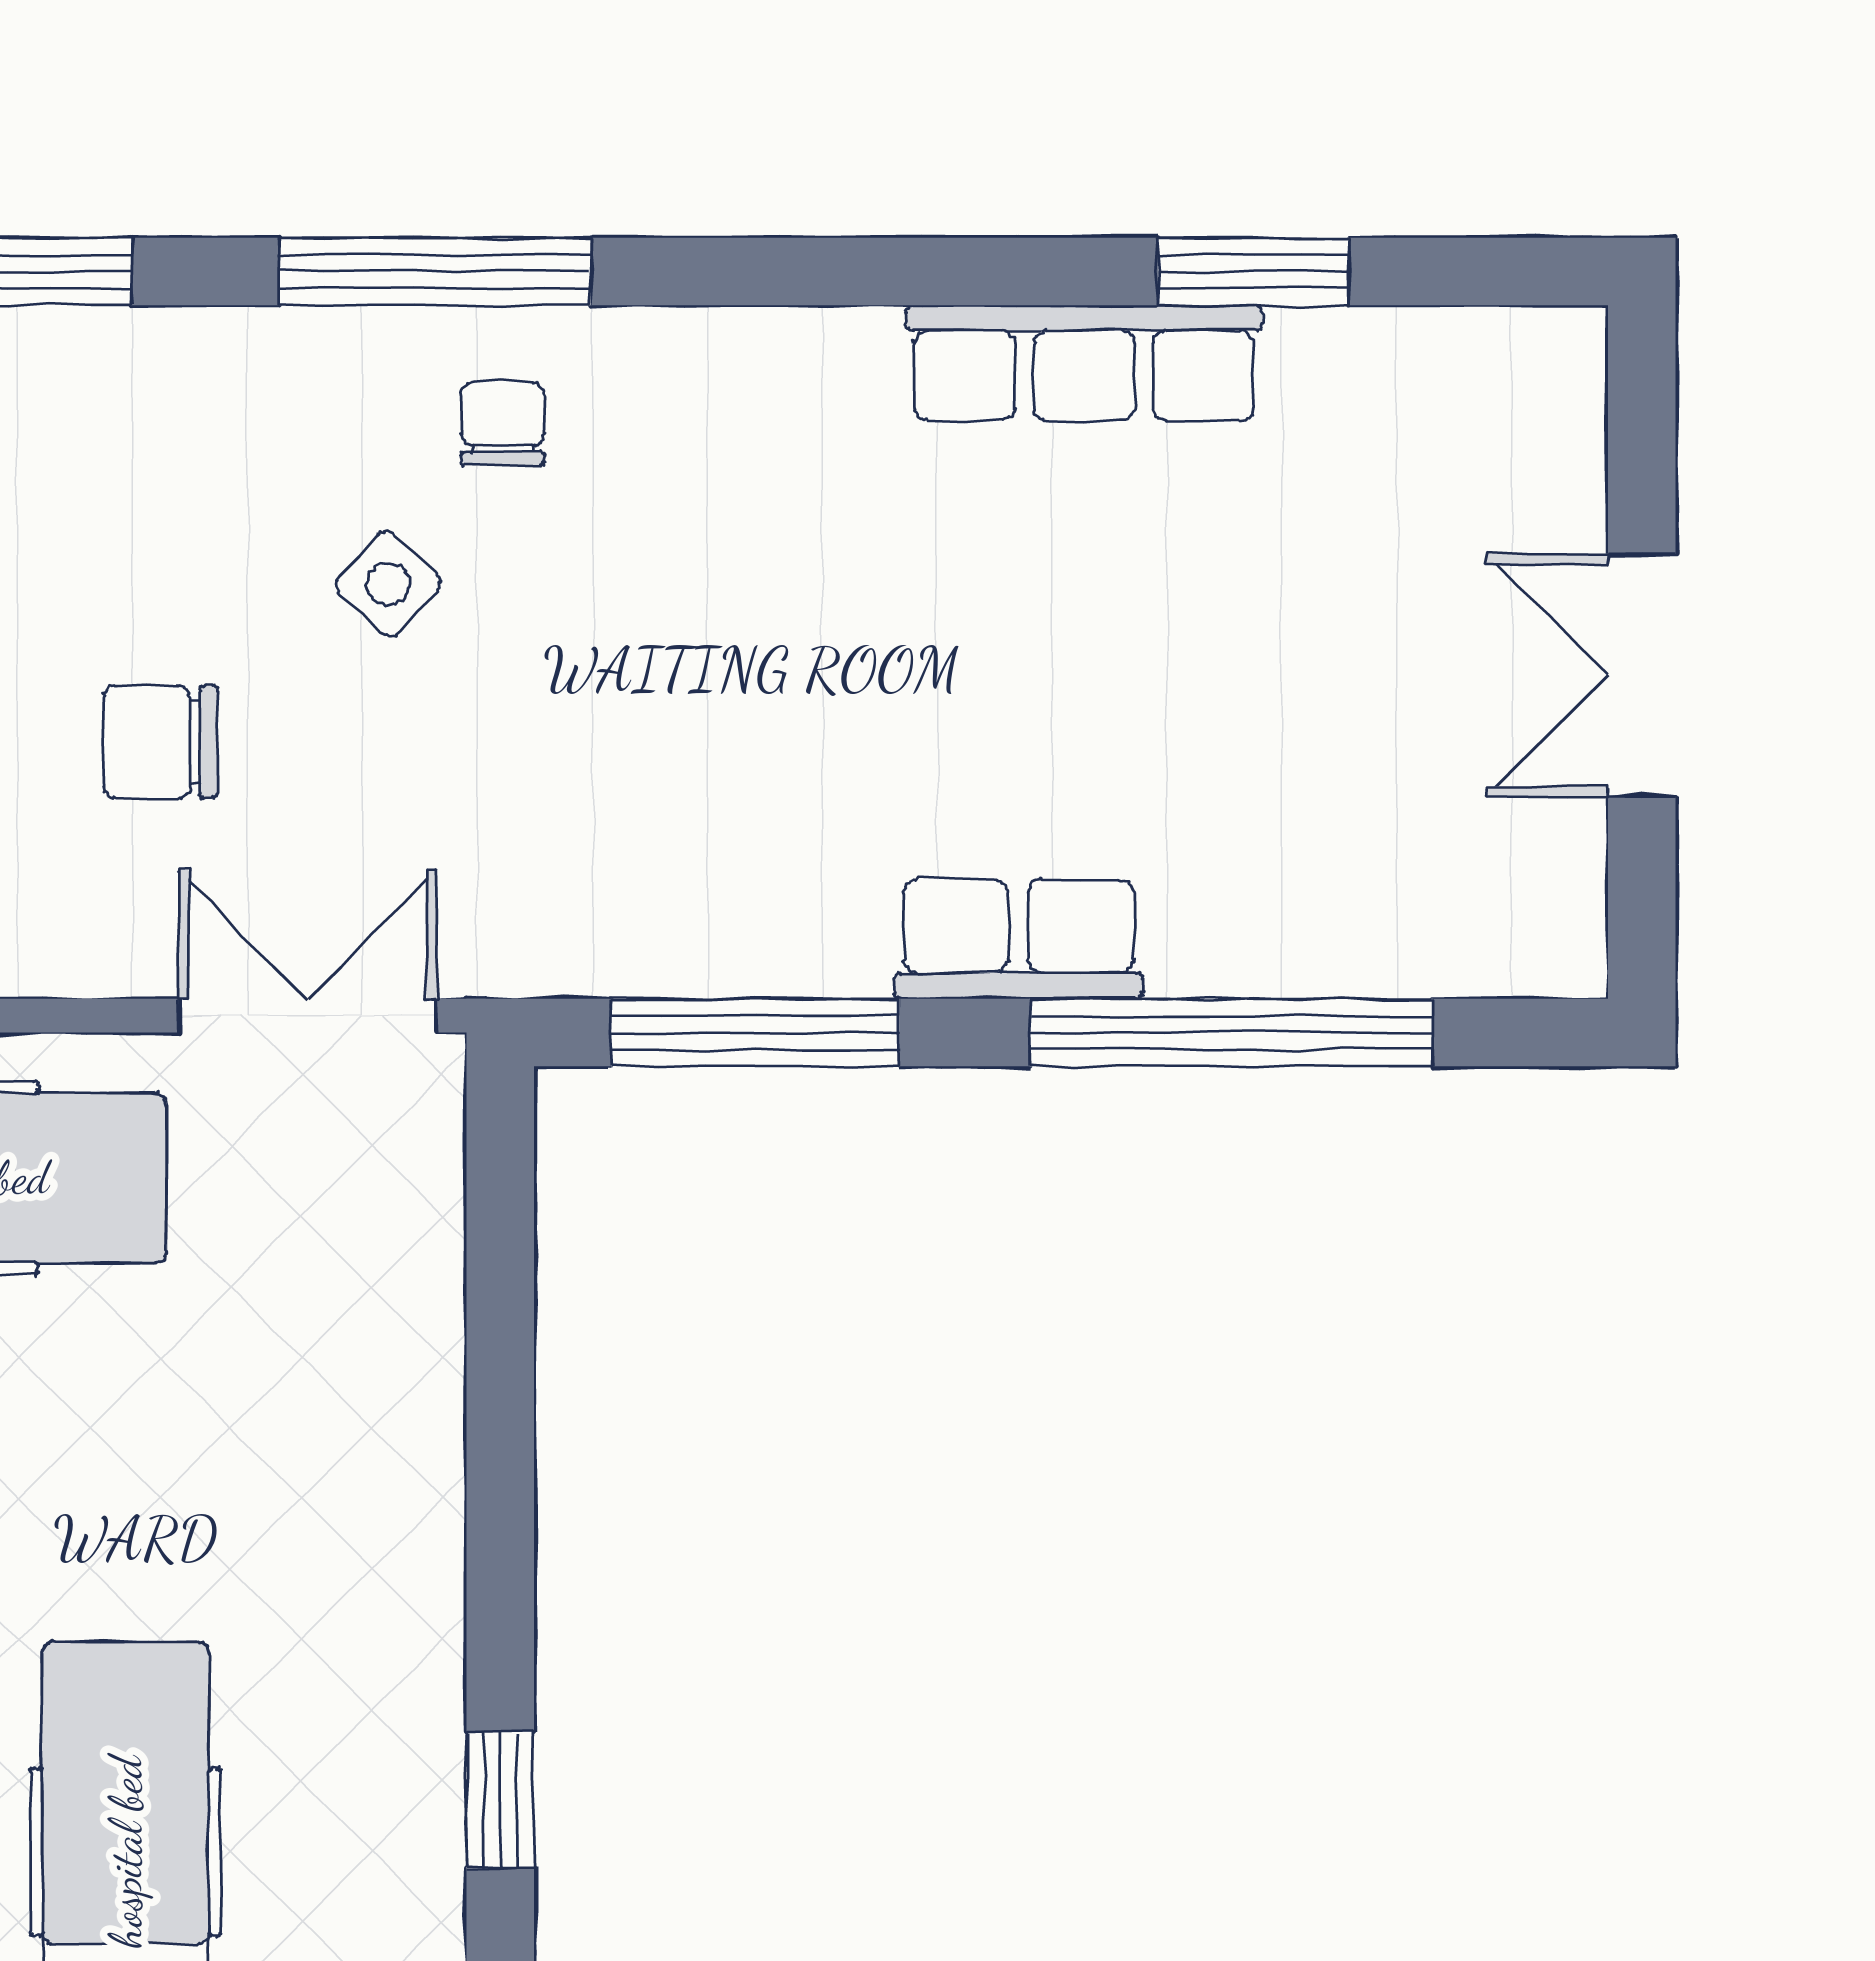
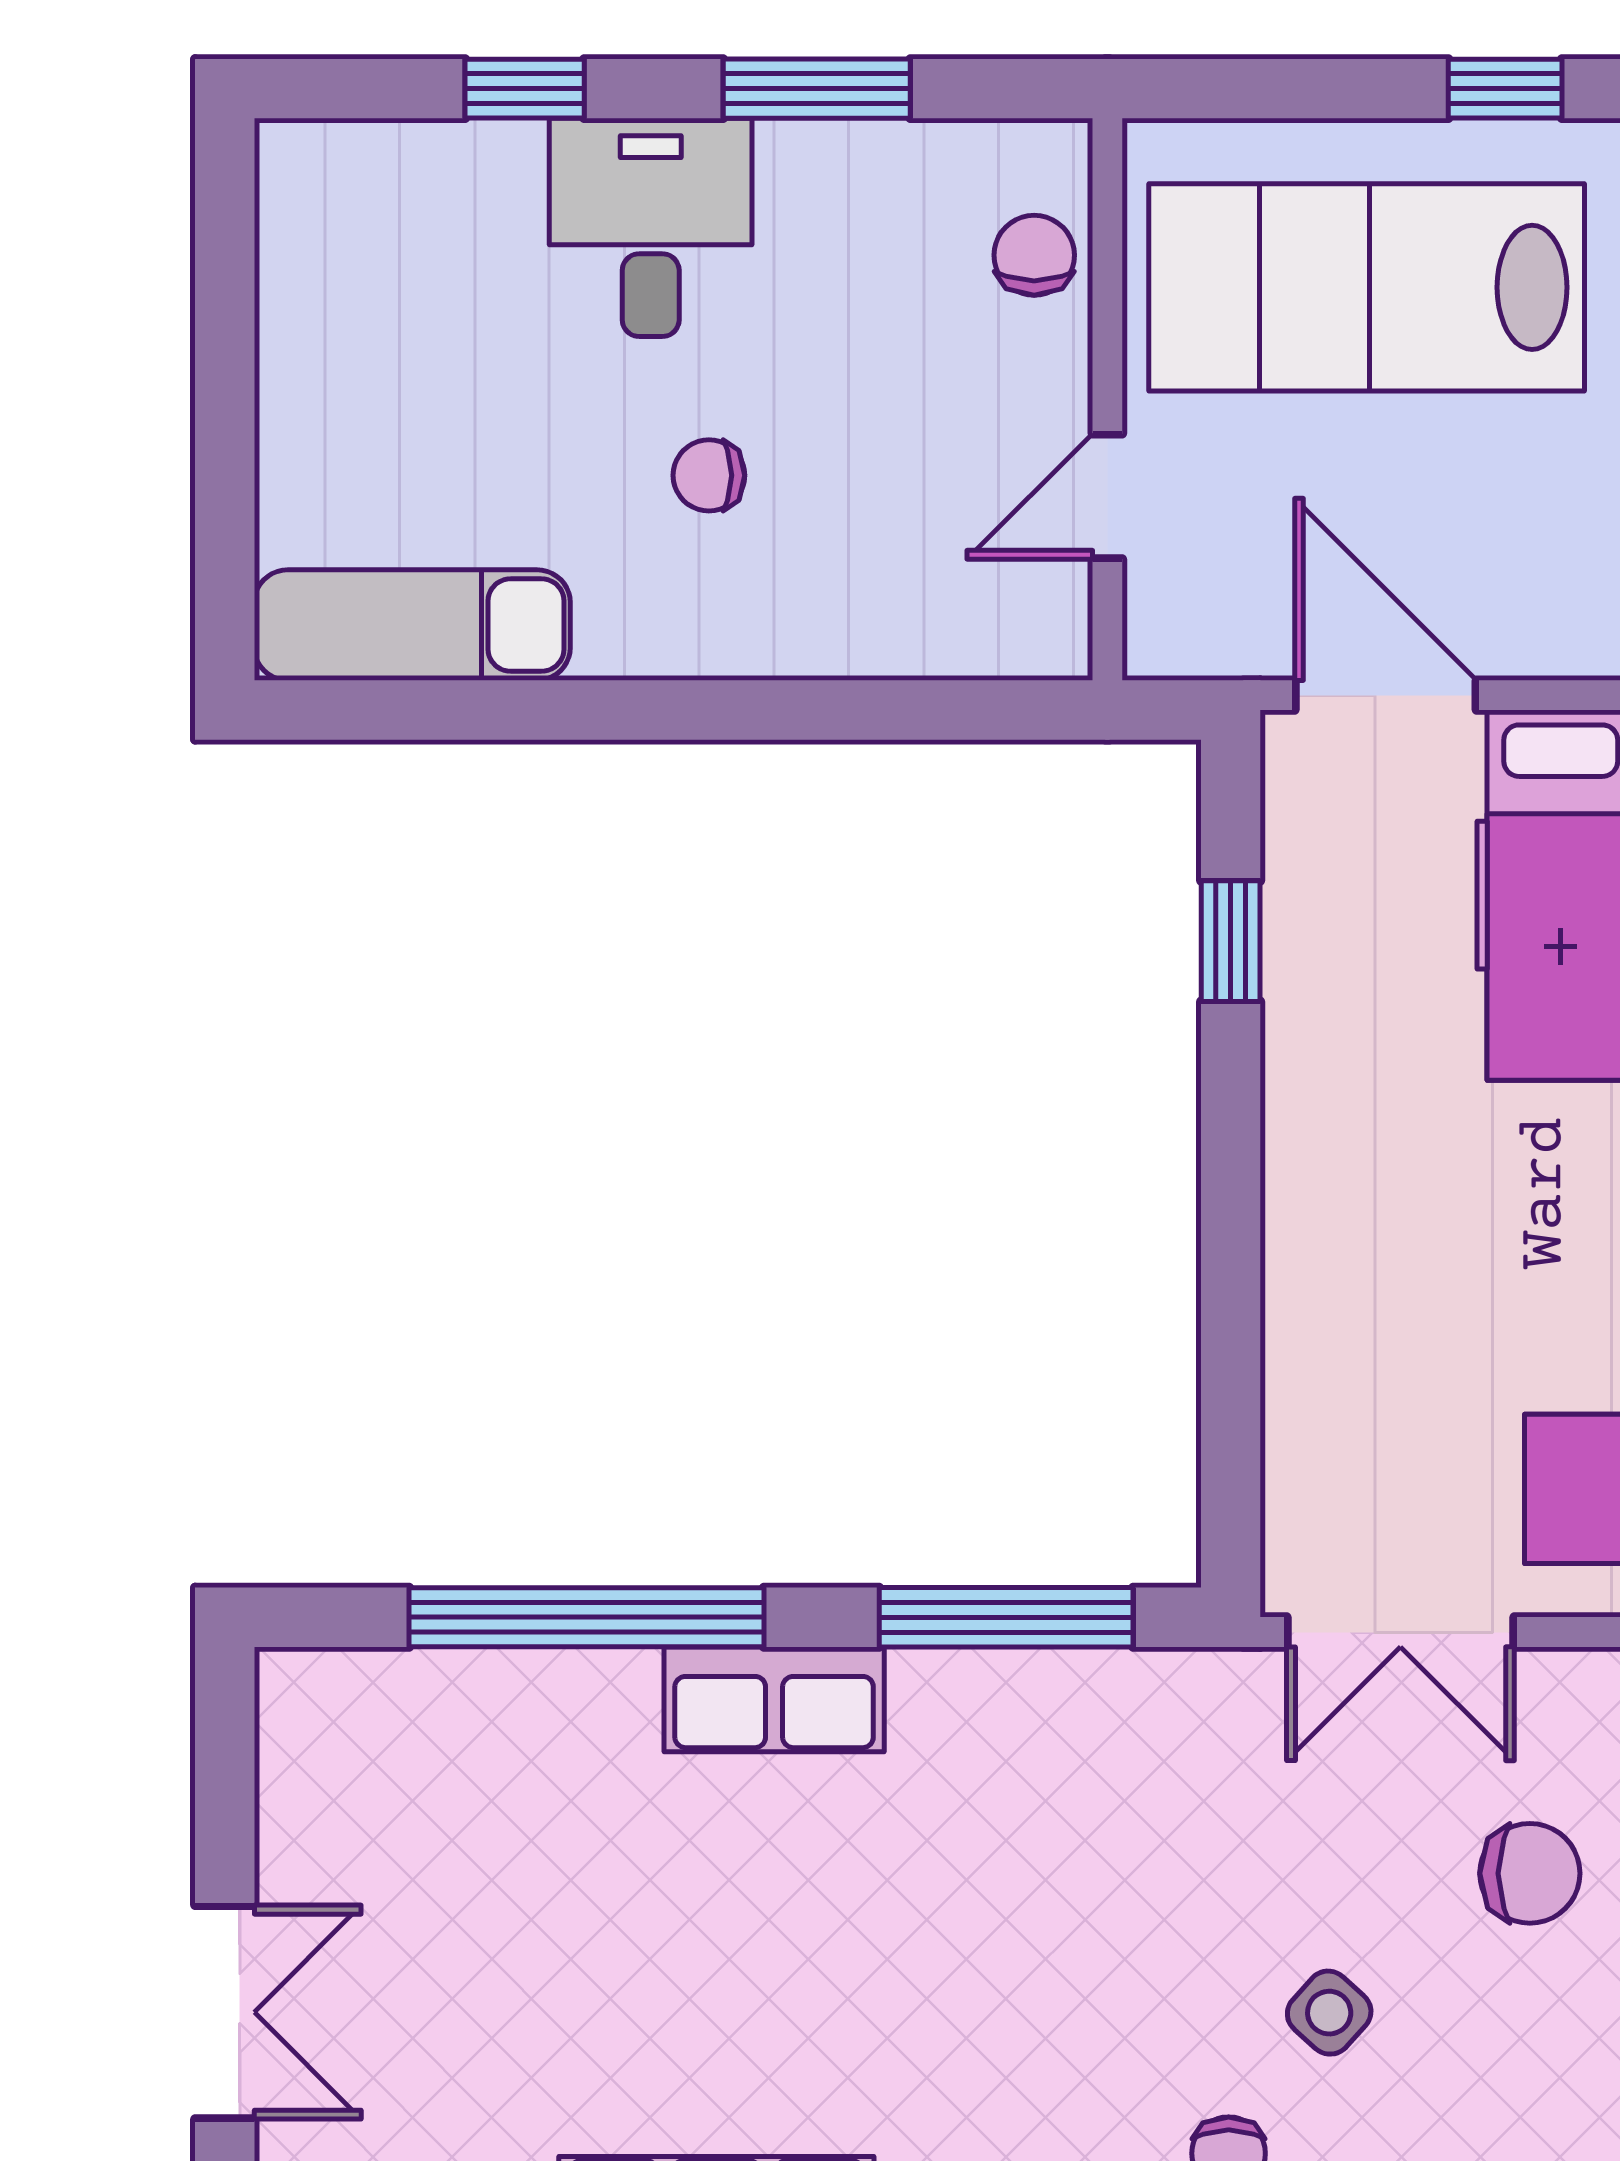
double door: (1642, 675) -> (225, 2012), moved

